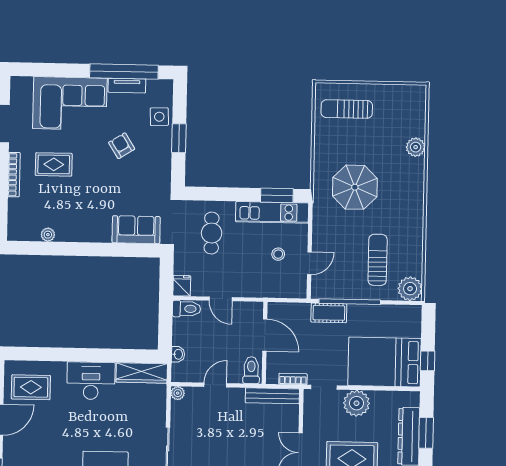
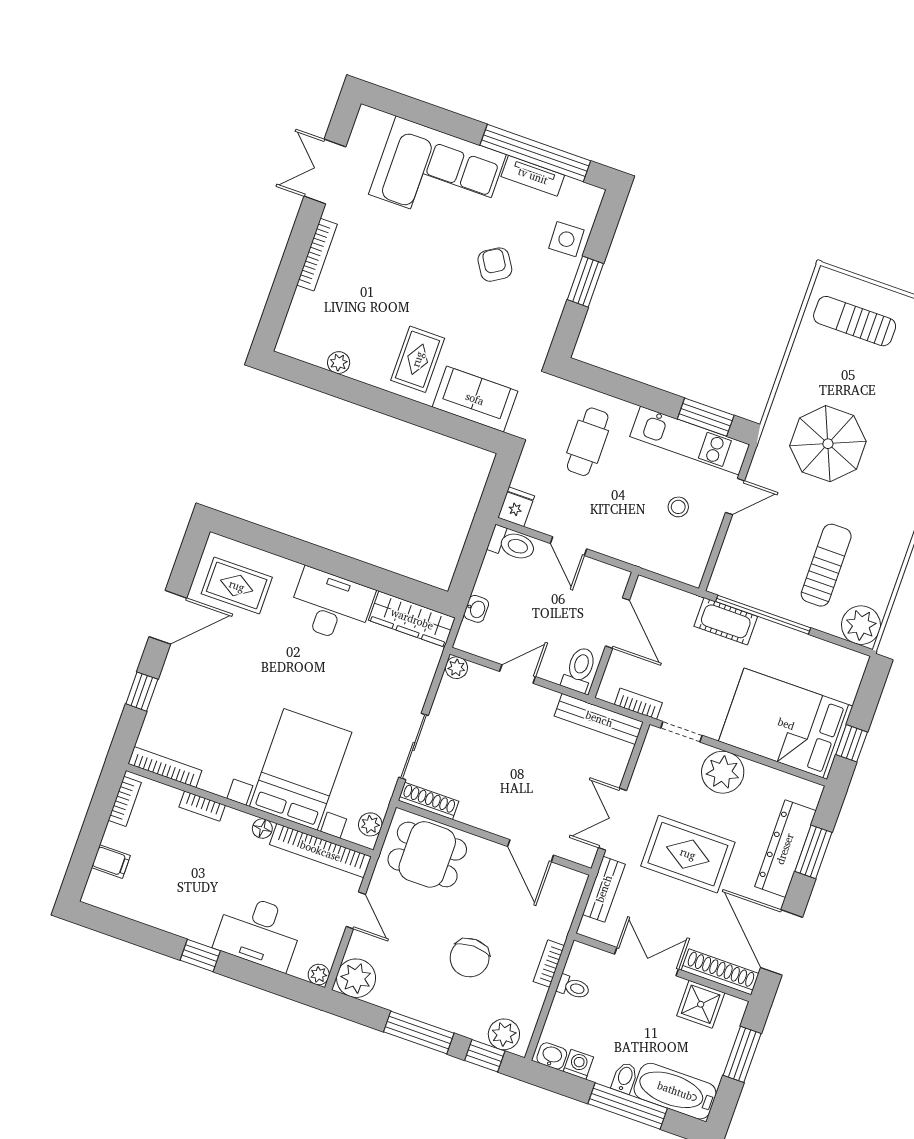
rug: (54, 164) -> (418, 359), moved, turned 90
door: (309, 263) -> (735, 497), moved

